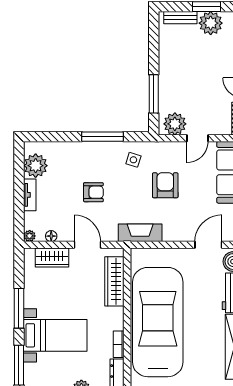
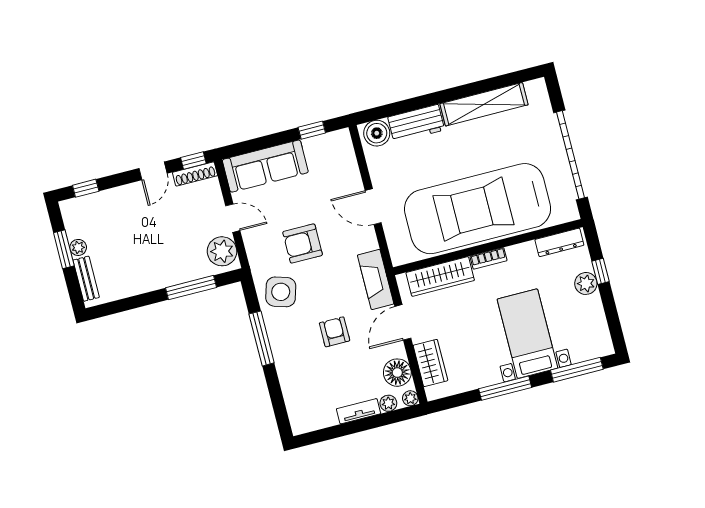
plant: (211, 23) -> (78, 247), width x0.53, depth x0.53
side table: (133, 160) -> (281, 292), width x1.87, depth x1.87
plant: (36, 166) -> (388, 403), moved, width x0.53, depth x0.53
fireplace: (140, 233) -> (376, 279), moved
floor lamp: (51, 236) -> (397, 373), width x1.89, depth x1.89
door: (208, 245) -> (373, 207), moved
bookcase: (119, 344) -> (489, 258), moved

